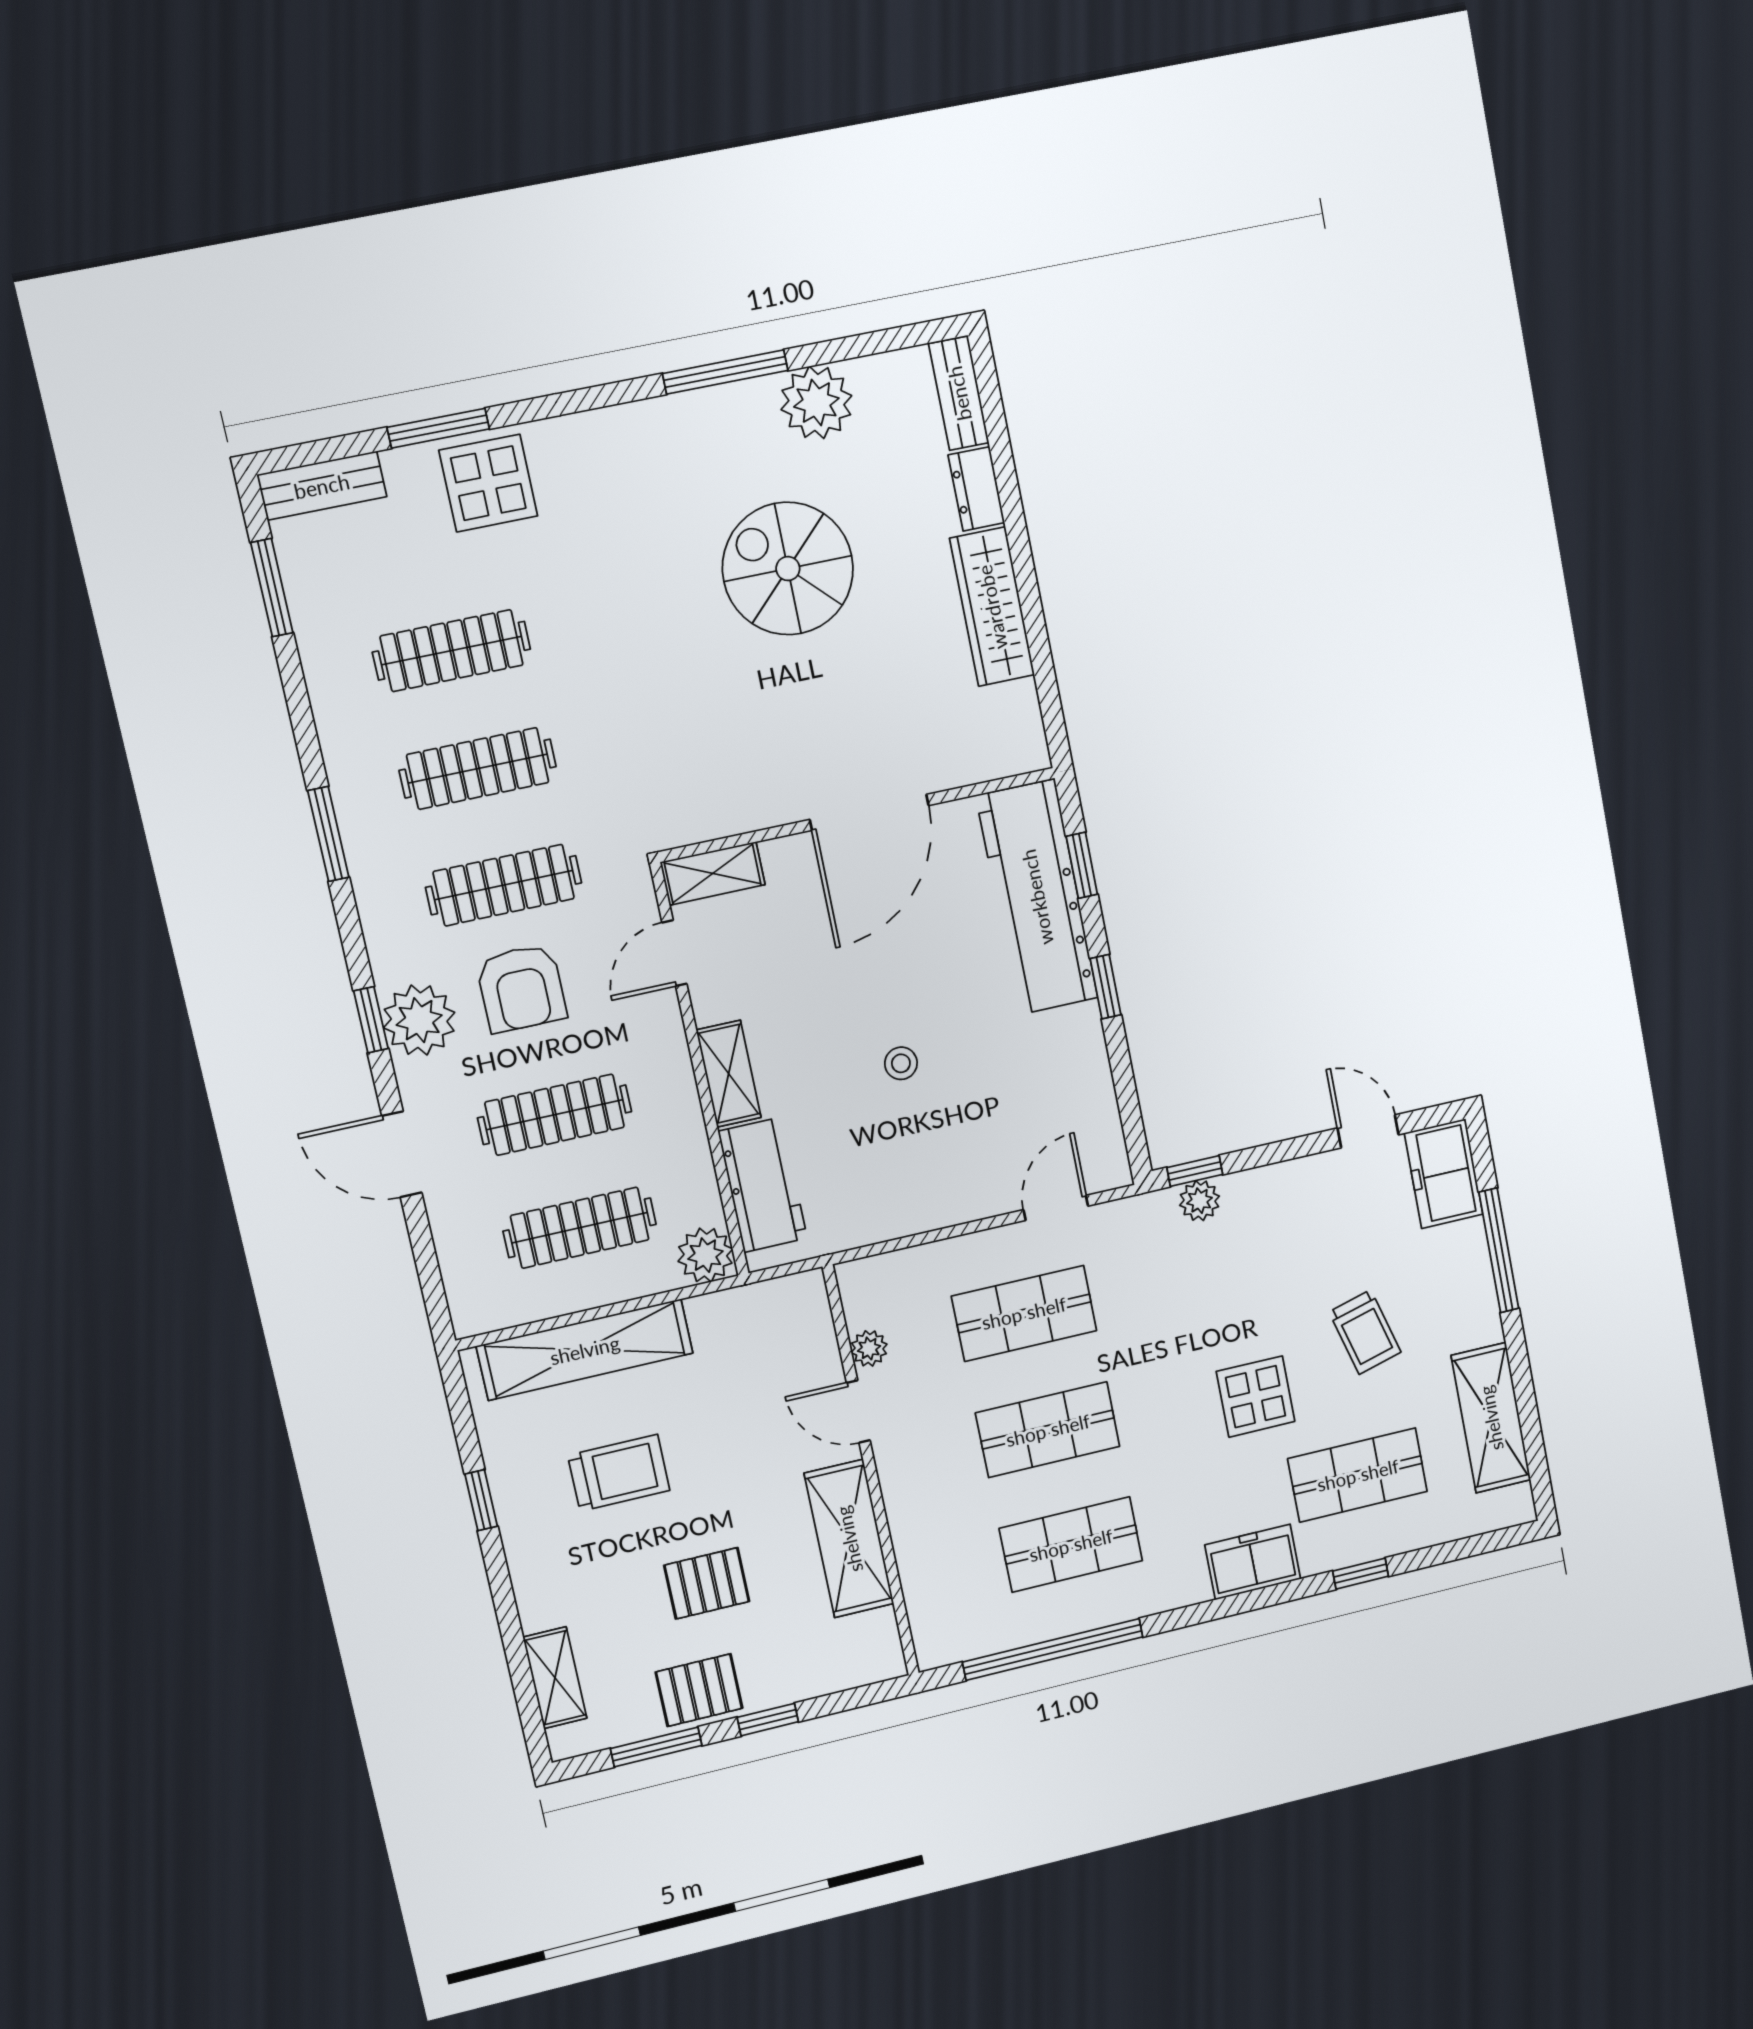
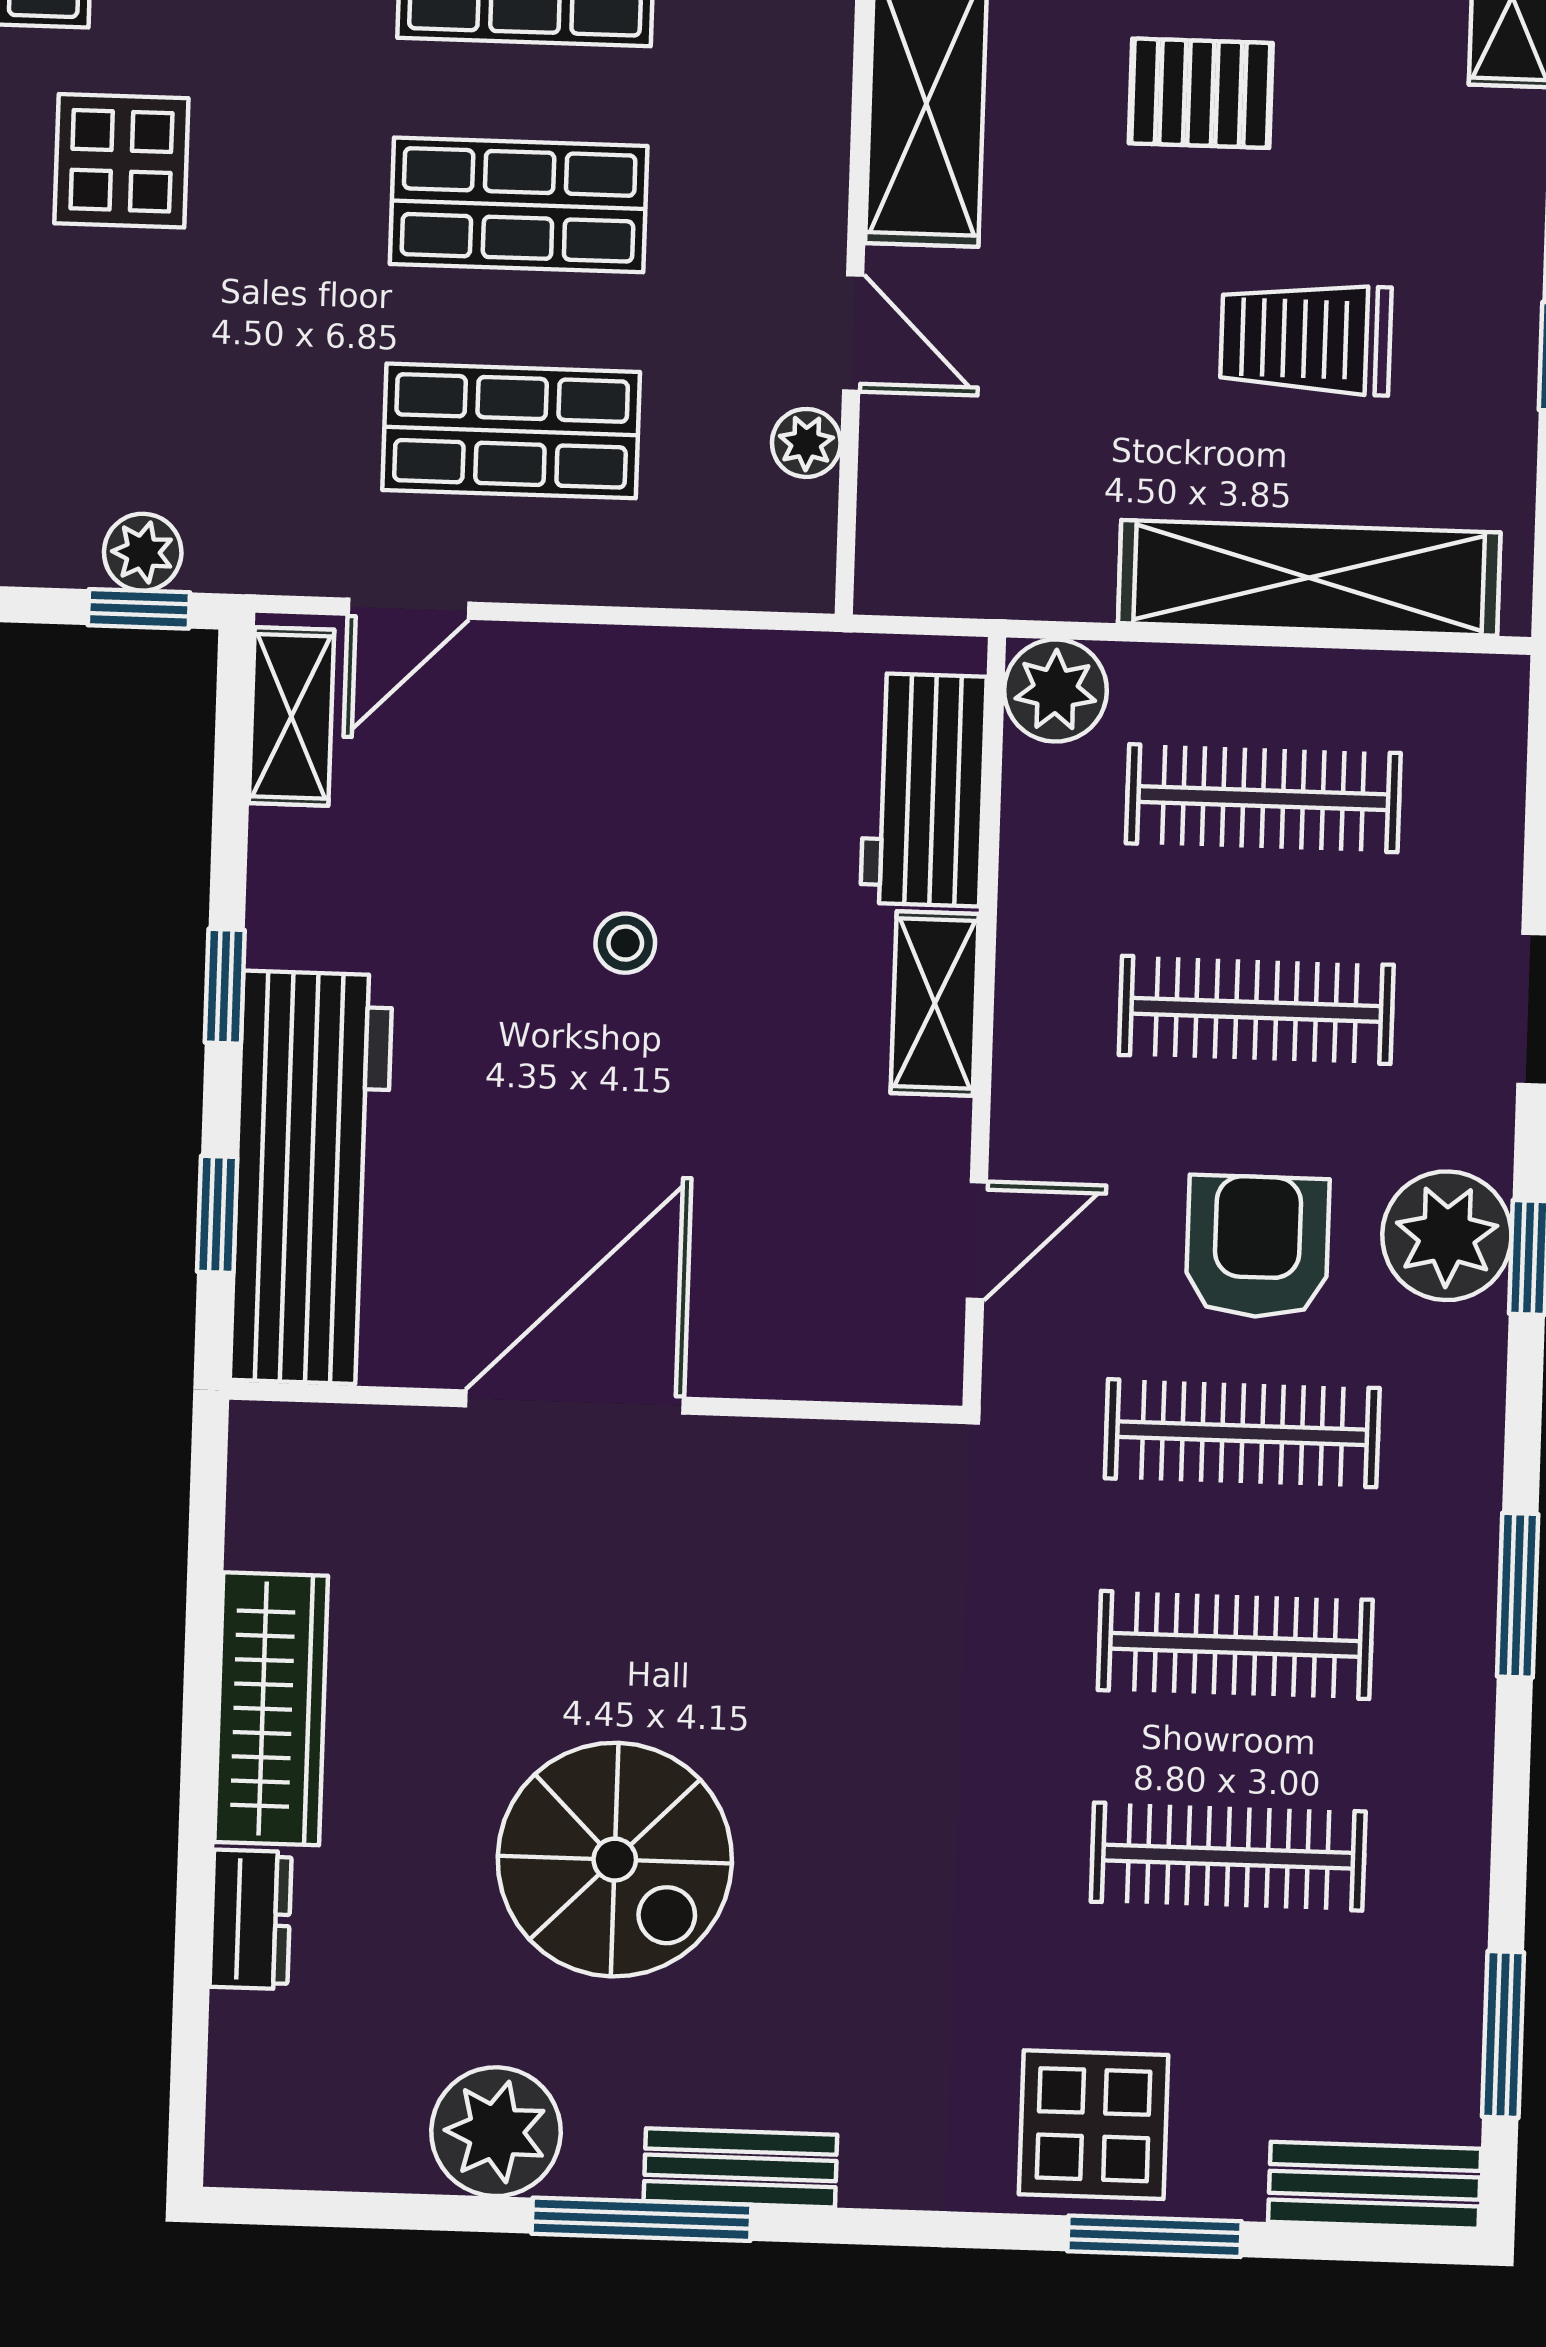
bench: (959, 393) -> (740, 2168), moved, turned 90
shelving: (713, 873) -> (291, 716), moved, turned 90

